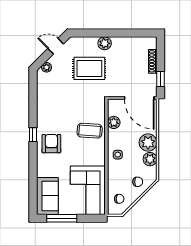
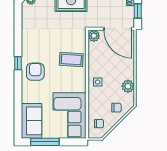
plant: (114, 122) -> (94, 36), moved
plant: (148, 143) -> (126, 71), removed

